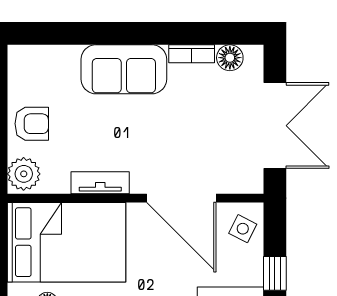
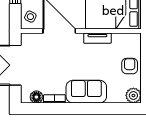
armchair: (32, 124) -> (130, 66), turned 90
plant: (24, 174) -> (133, 95), moved

